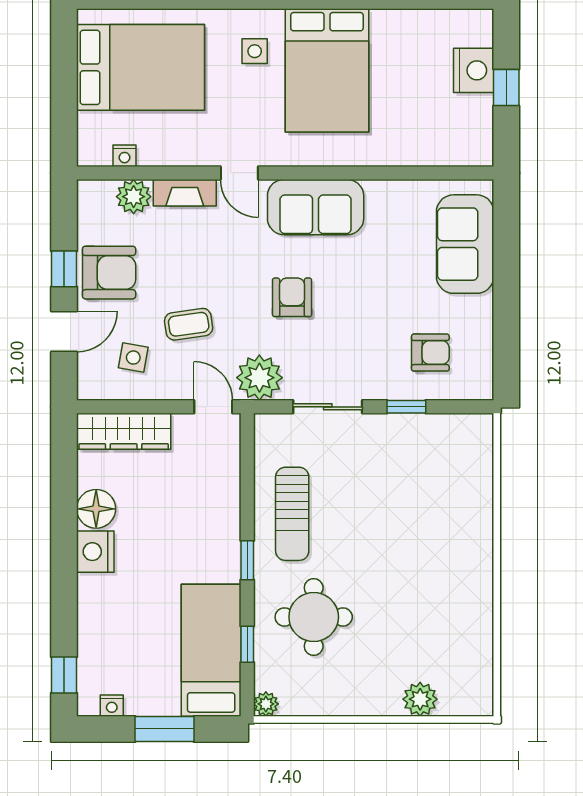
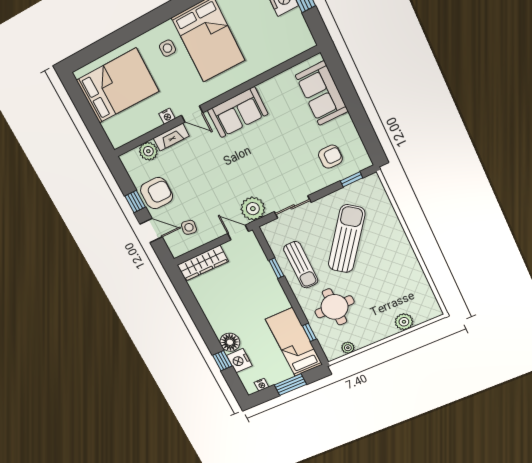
nightstand: (124, 156) -> (167, 116), moved
armchair: (292, 297) -> (249, 163), removed
coffee table: (189, 324) -> (206, 199), removed
door: (64, 331) -> (151, 230), hinge flipped
window: (406, 407) -> (352, 179), moved
sun lounger: (391, 505) -> (347, 239), added
floor lamp: (96, 509) -> (230, 342), moved
nightstand: (95, 552) -> (239, 361), moved
window: (247, 560) -> (276, 268), moved
window: (64, 675) -> (222, 361), moved
plant: (266, 704) -> (348, 348), moved

